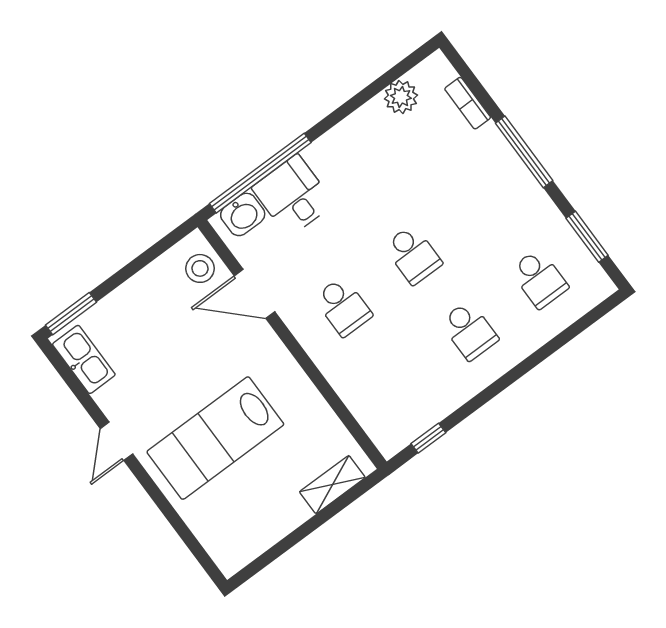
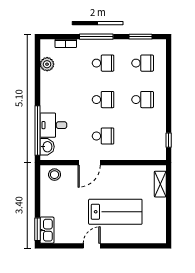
school desk: (483, 203) -> (103, 63), added
door: (254, 294) -> (89, 163), moved
kitchen sink: (84, 359) -> (47, 230), moved, turned 90
lab bench: (215, 438) -> (115, 212), turned -90
door: (116, 441) -> (92, 246), swing flipped

